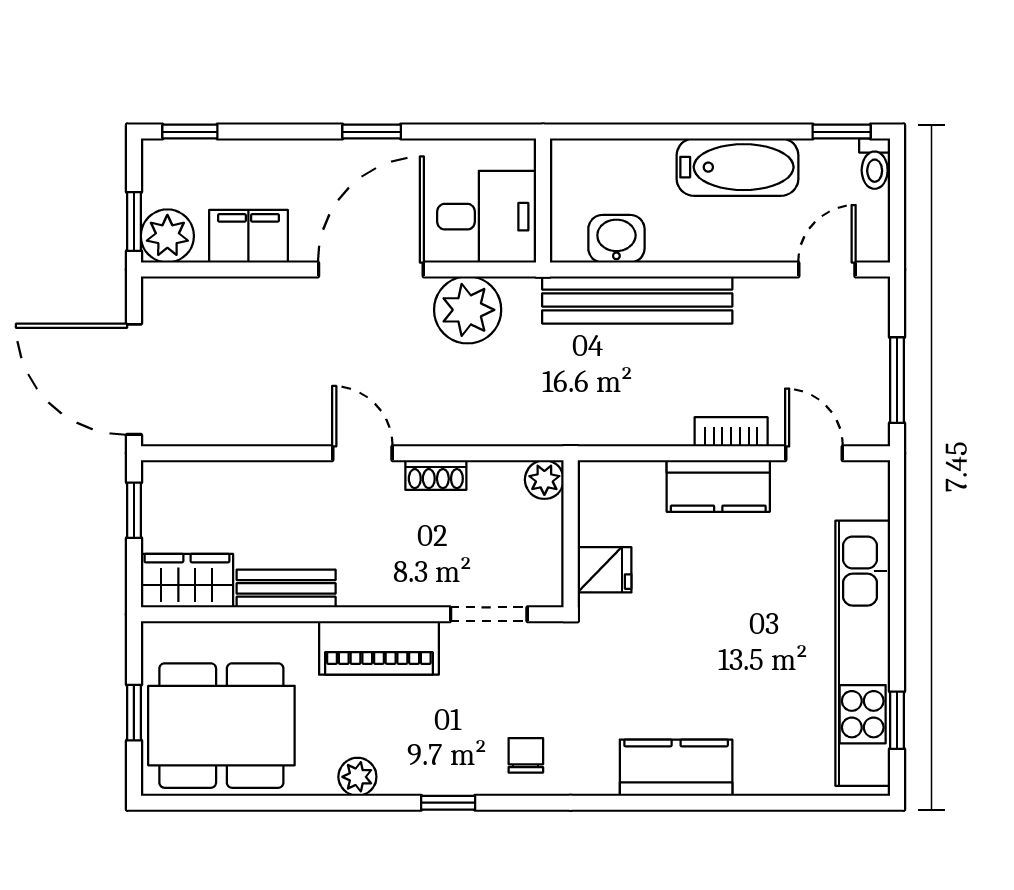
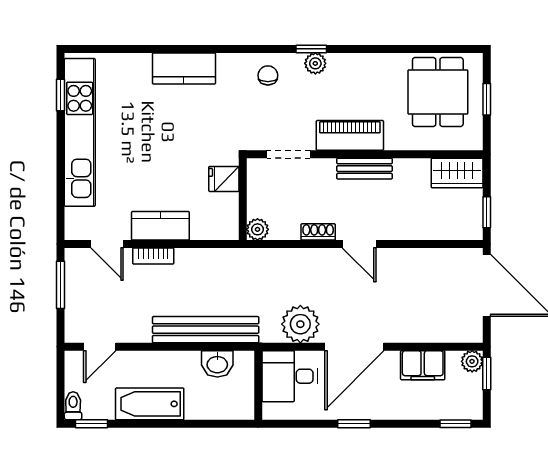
plant: (167, 236) -> (472, 361), width x0.73, depth x0.73
bench: (286, 588) -> (365, 169), moved
dining table: (221, 726) -> (438, 92), width x0.73
chair: (526, 755) -> (268, 75), turned 180
plant: (357, 777) -> (315, 63), moved

